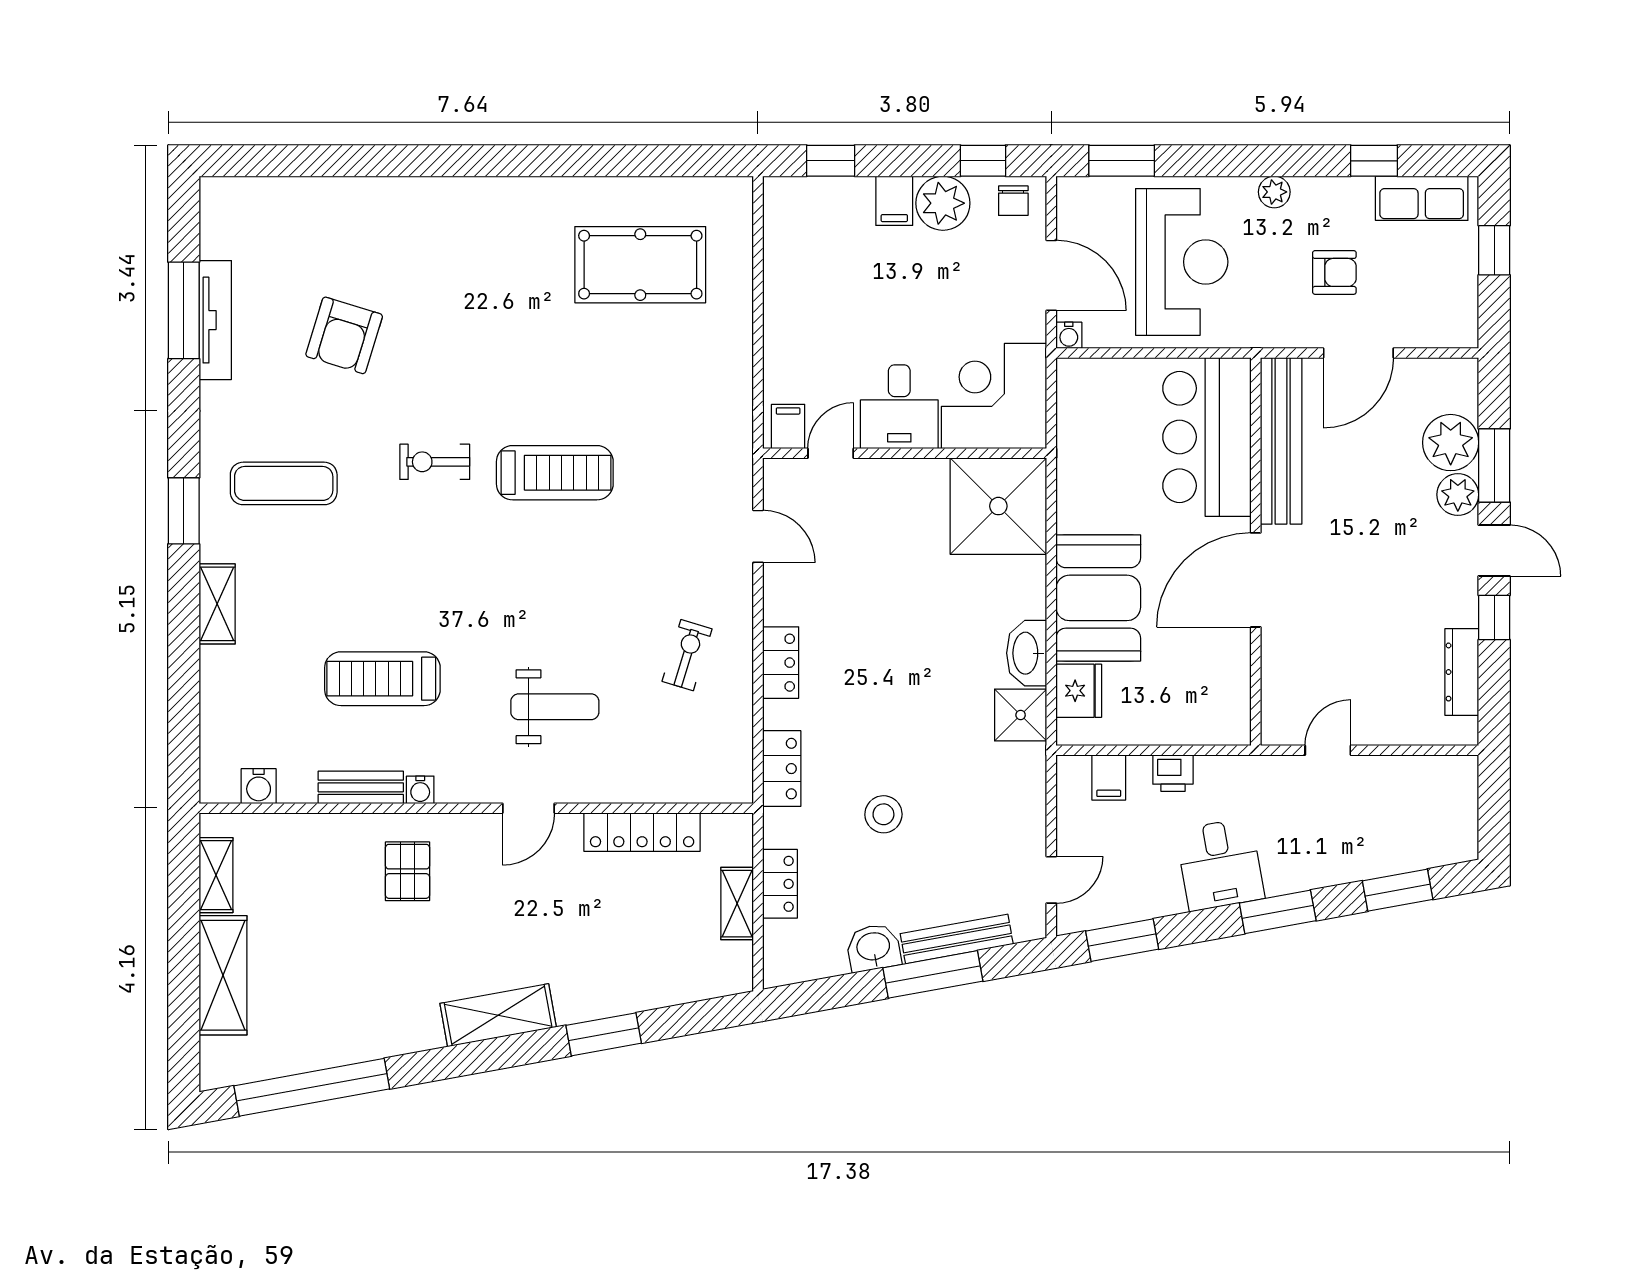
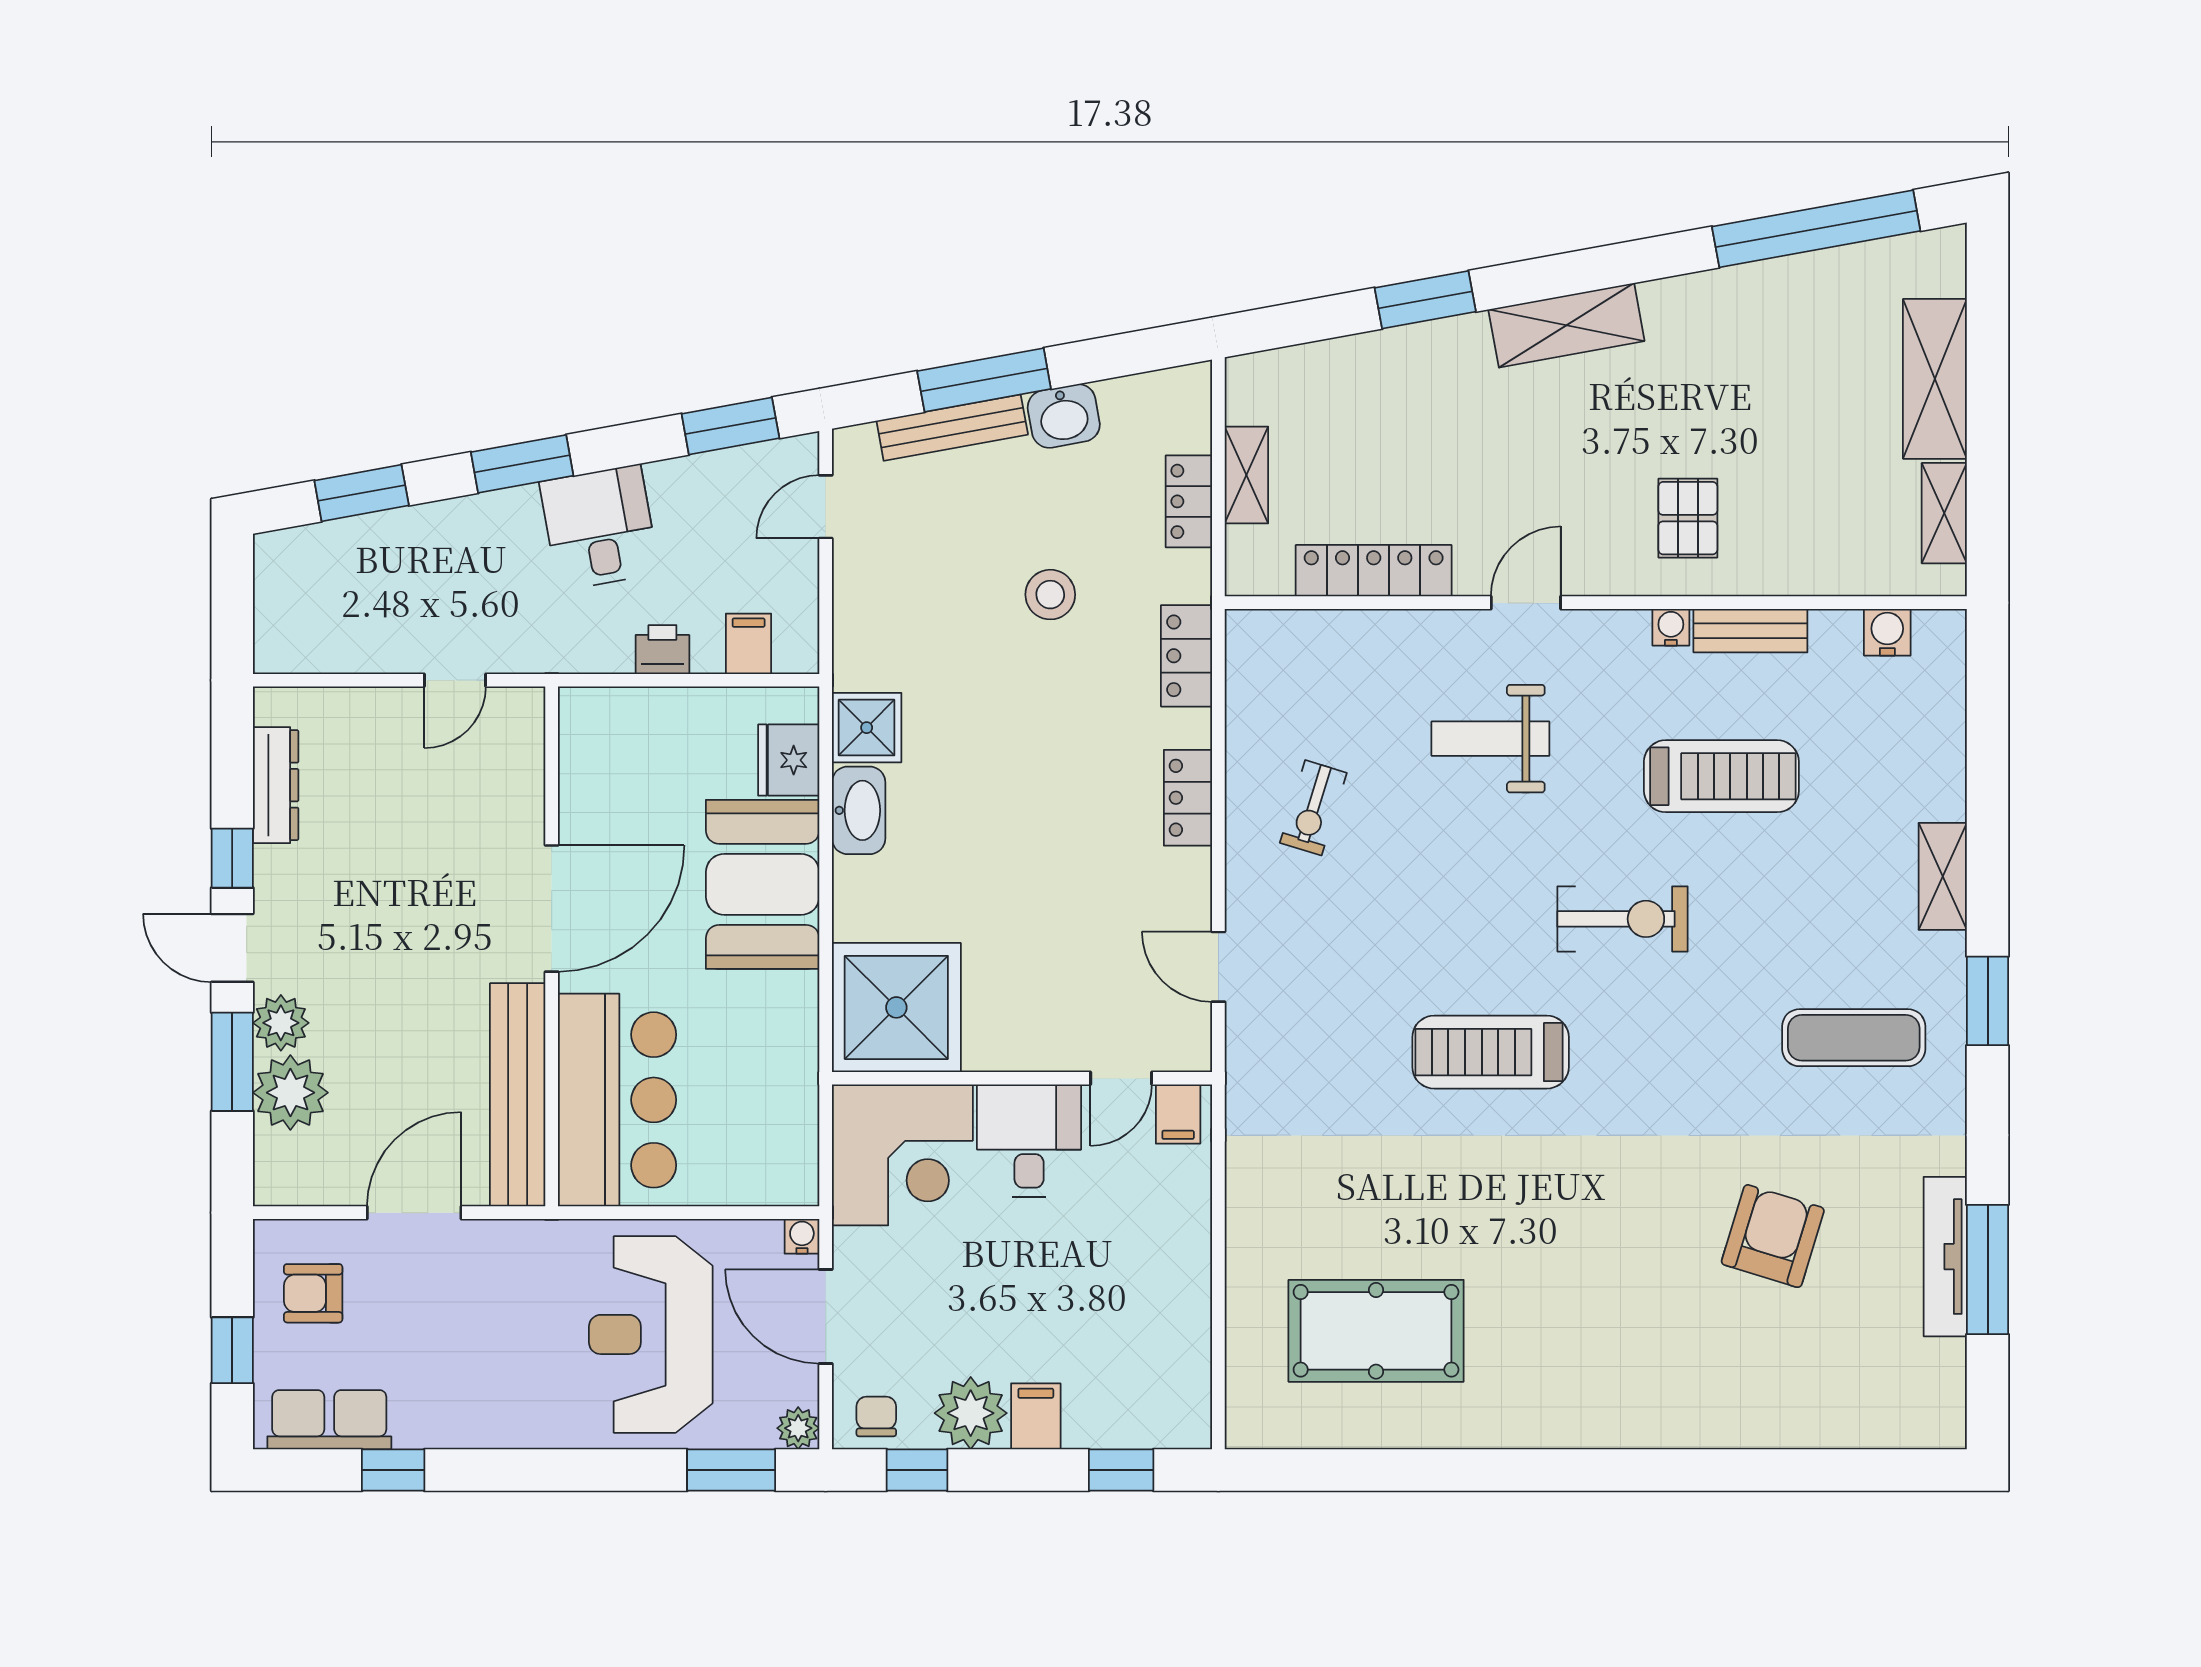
plant: (1274, 192) -> (798, 1428), moved
armchair: (1334, 272) -> (313, 1293), moved
exercise bike: (435, 462) -> (1622, 919), moved, width x1.38, depth x1.39

